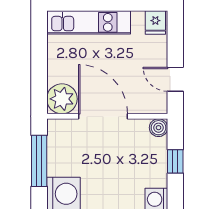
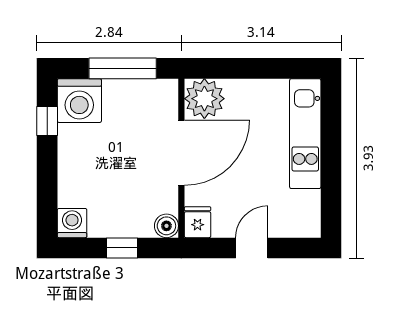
fridge: (155, 22) -> (198, 222), moved, turned 90
door: (175, 79) -> (252, 248), moved

